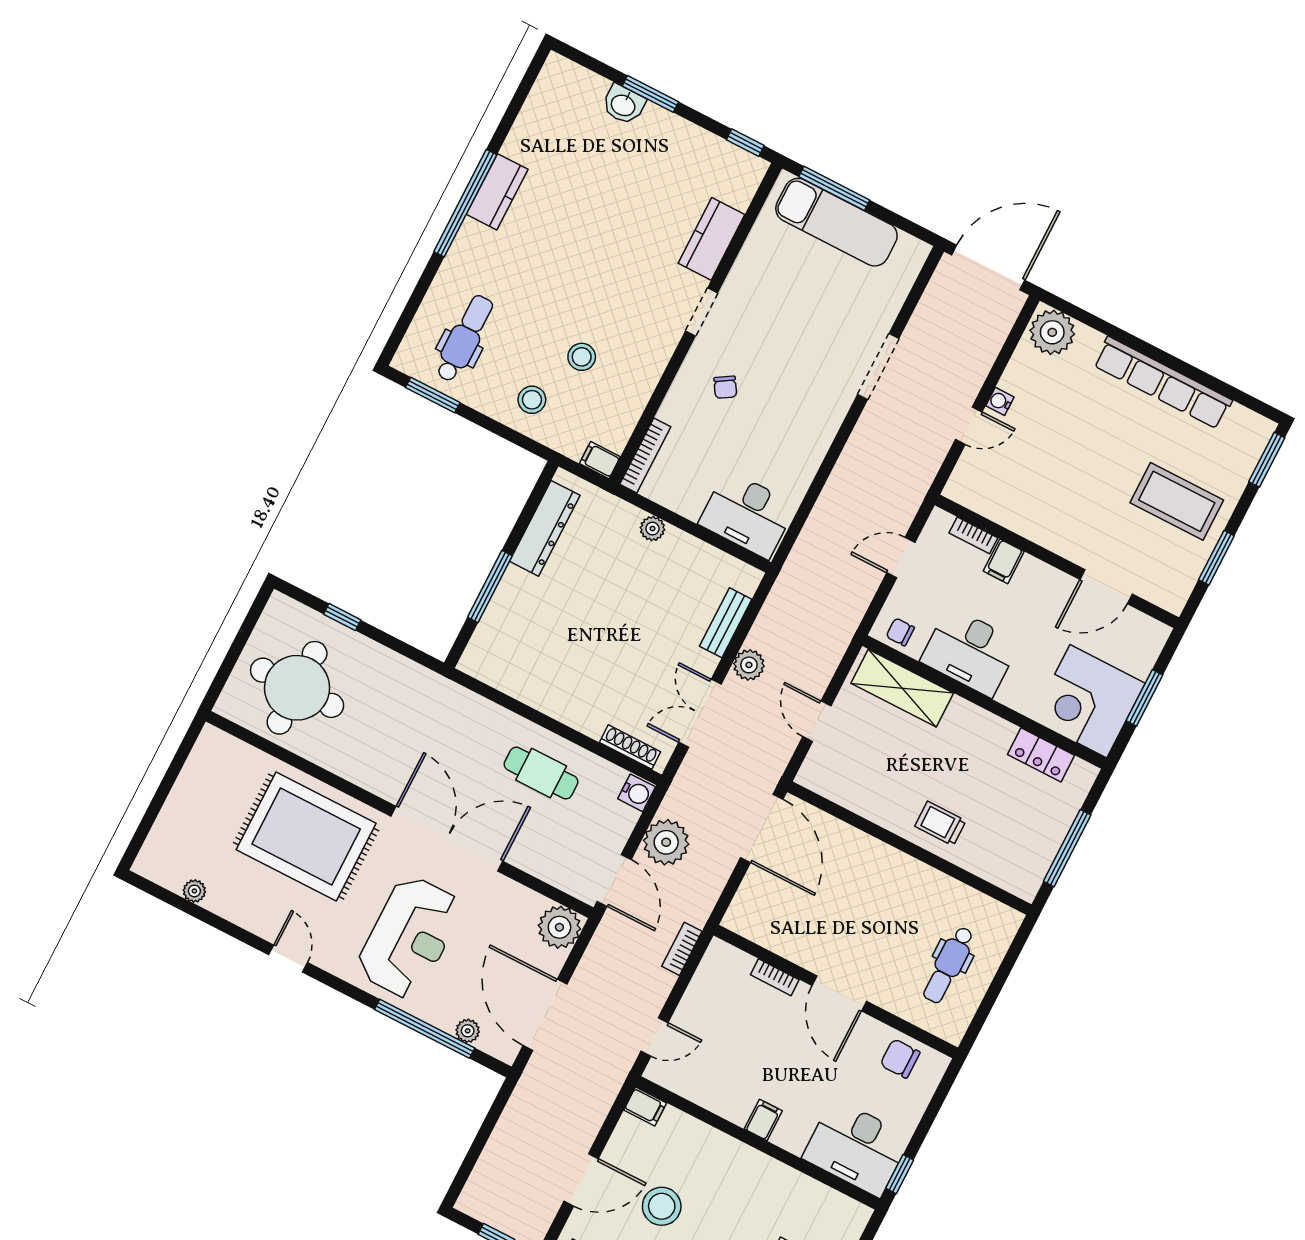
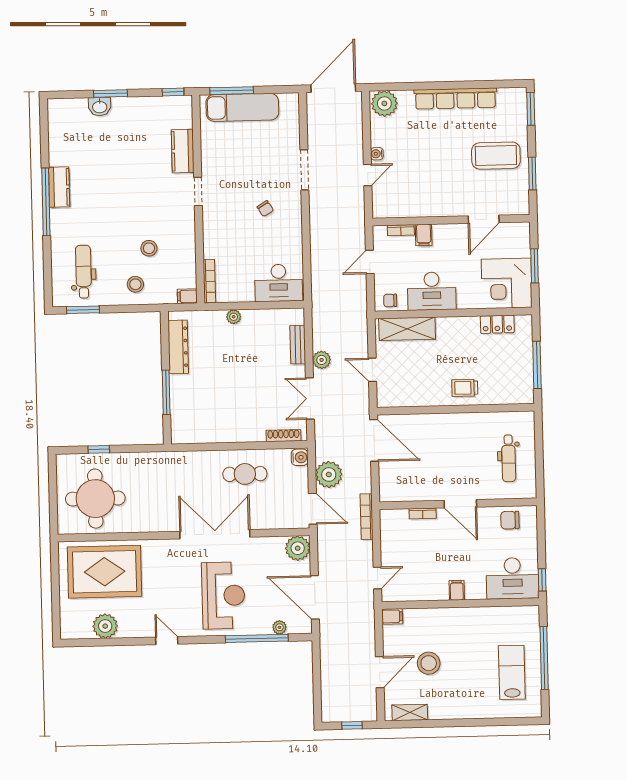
chair: (725, 387) -> (265, 209), moved
rug: (306, 836) -> (105, 572), moved
plant: (194, 891) -> (105, 626), width x1.87, depth x1.87
bookcase: (682, 949) -> (367, 517), width x1.56

